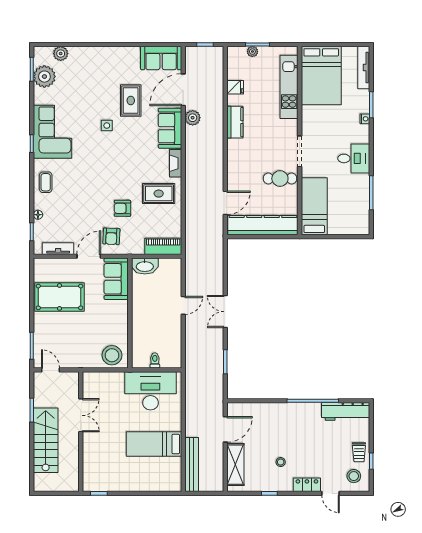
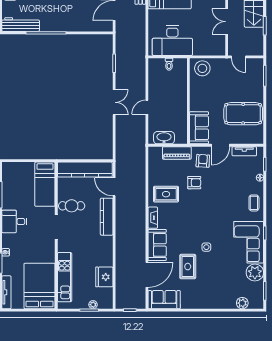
plant: (44, 77) -> (255, 272), moved
fridge: (235, 87) -> (104, 277), width x1.88, depth x1.34
plant: (193, 118) -> (140, 253), removed
kitchen counter: (235, 122) -> (107, 217), moved, width x1.50
door: (225, 203) -> (114, 187), hinge flipped
piano: (163, 246) -> (177, 153), moved
washbasin: (145, 266) -> (164, 138), moved
door: (51, 370) -> (238, 57), moved

